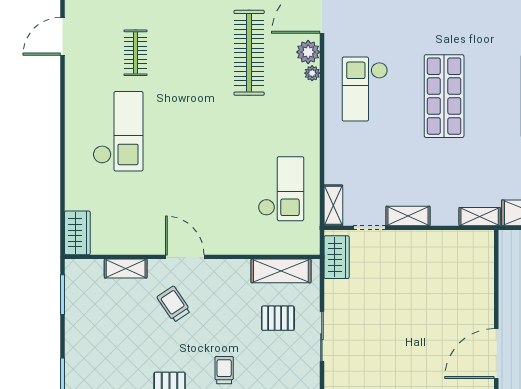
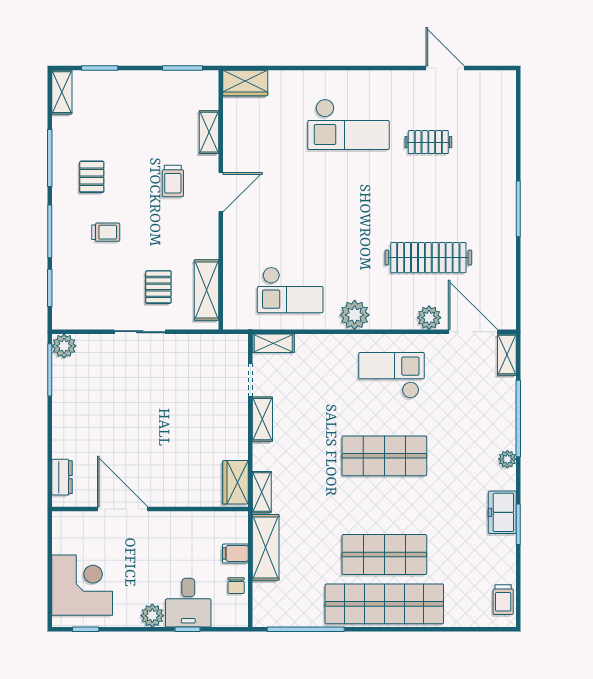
plant: (312, 73) -> (355, 315), moved, width x1.88, depth x1.88
wardrobe: (337, 257) -> (236, 482), moved, turned 90
trolley: (174, 304) -> (173, 181), turned 124

